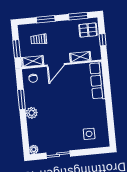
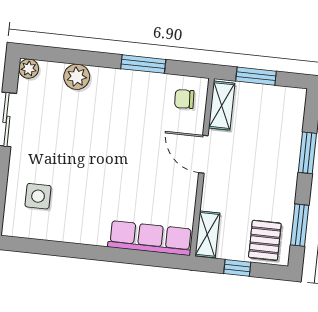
trolley: (39, 39) -> (267, 129), removed
shelving: (80, 57) -> (207, 234), moved
plant: (32, 113) -> (77, 77), moved

